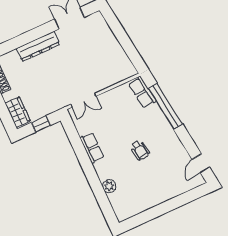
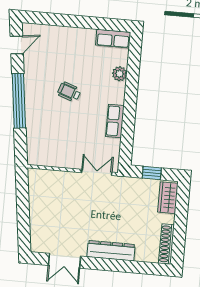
row of seats: (142, 92) -> (113, 39), moved, turned 97
window: (165, 106) -> (19, 101), moved
wheelchair: (140, 150) -> (69, 92), turned -61

